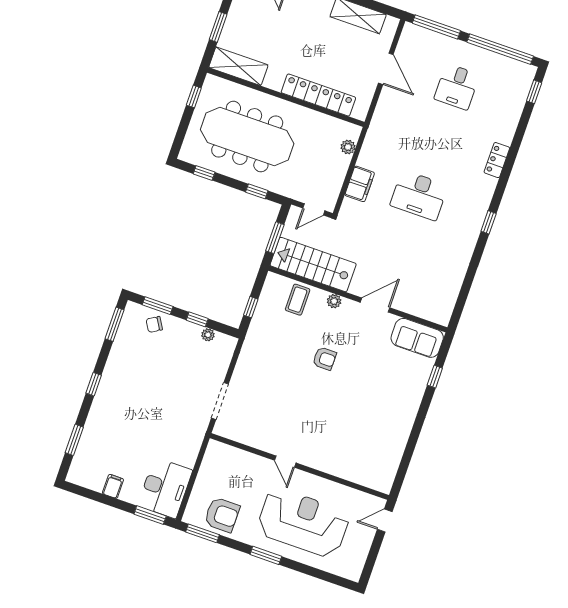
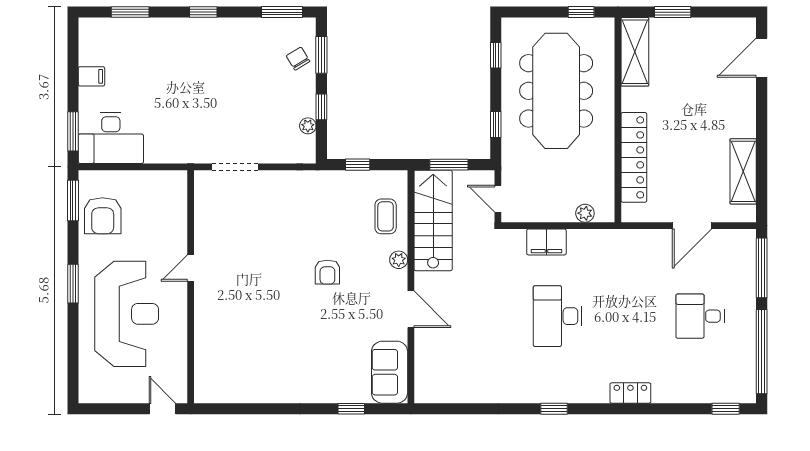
coffee table: (298, 300) -> (386, 216), turned 90

